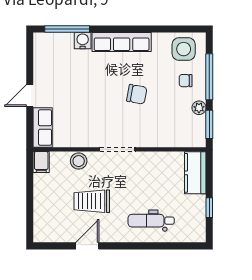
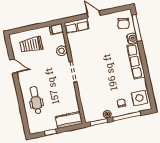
chair: (137, 94) -> (123, 23), moved
trolley: (92, 201) -> (31, 45), moved, turned -90

